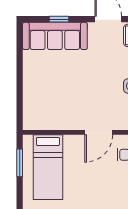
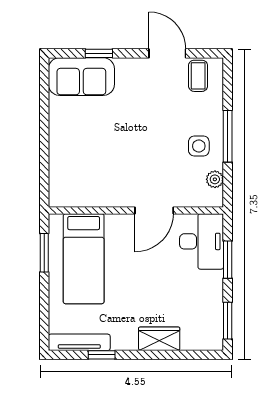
sofa: (55, 36) -> (81, 77), width x0.73

